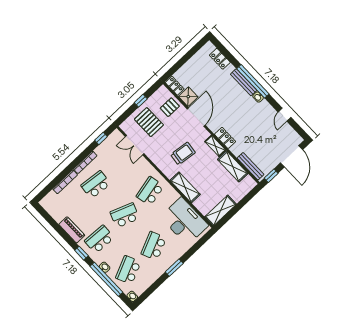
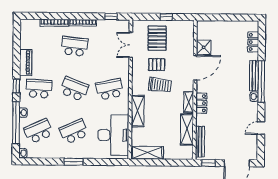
locker: (175, 86) -> (201, 30), removed
pallet: (170, 107) -> (157, 65), moved

